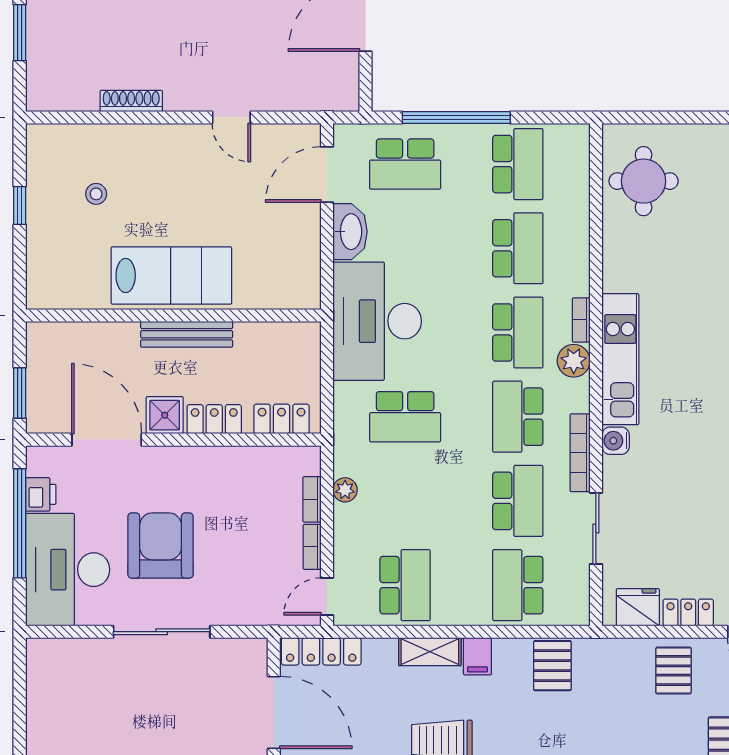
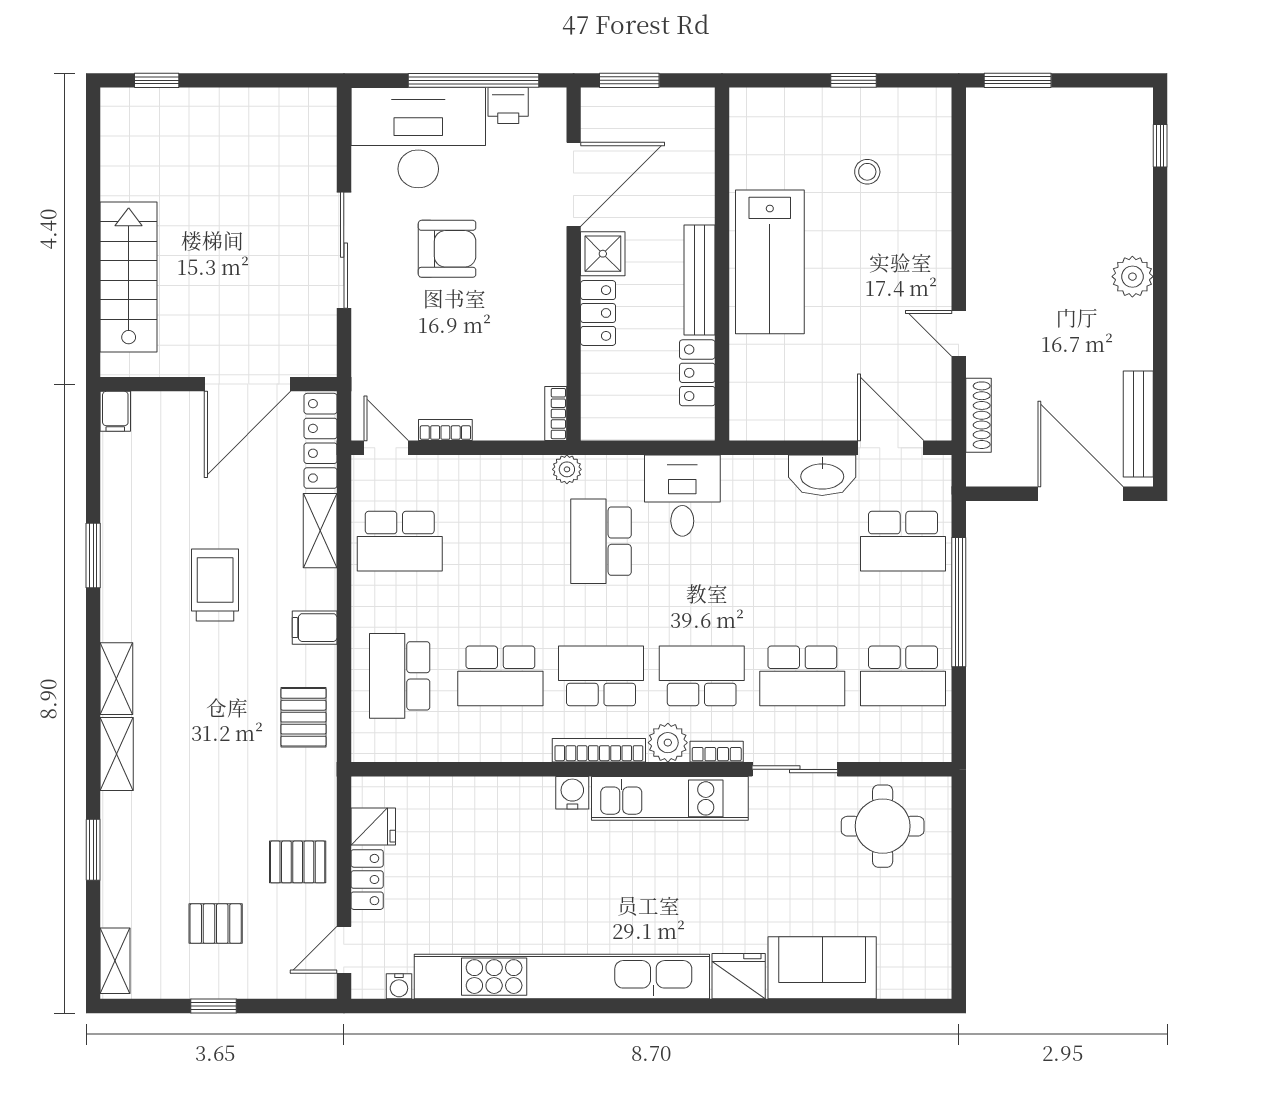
window: (20, 33) -> (1018, 80), moved
shoe rack: (131, 101) -> (978, 415), moved
door: (231, 117) -> (959, 333), hinge flipped
school desk: (405, 164) -> (903, 541), turned -90
desk: (377, 321) -> (682, 496), width x0.53, depth x0.77
school desk: (518, 332) -> (702, 676), turned 180
locker: (282, 419) -> (697, 373), moved, turned 180
bookcase: (580, 453) -> (599, 750), moved
plant: (345, 490) -> (567, 469), moved
bookcase: (312, 499) -> (556, 414), moved, turned -90
sliding door: (596, 528) -> (795, 769), moved
armchair: (161, 545) -> (447, 249), width x0.73, depth x0.73
school desk: (518, 585) -> (400, 676), turned -90
fridge: (638, 607) -> (373, 826), width x0.72
shelving: (430, 652) -> (320, 531), moved
pallet: (552, 666) -> (303, 717), turned 90

